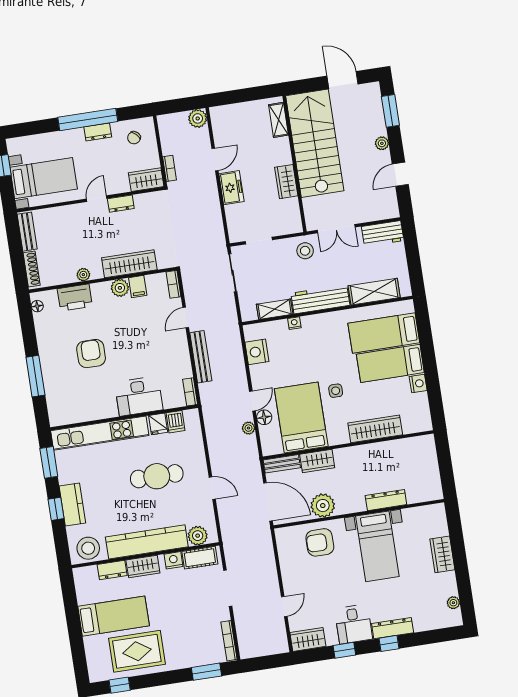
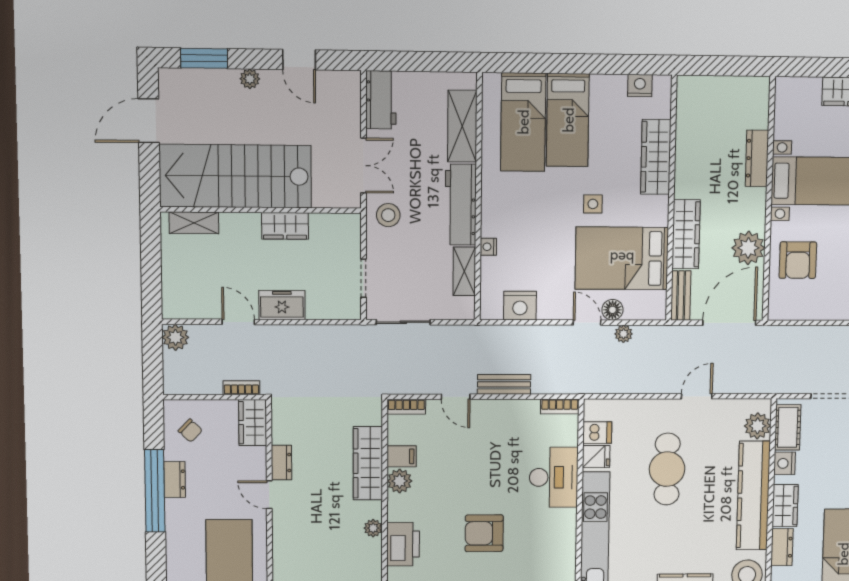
bench: (201, 357) -> (504, 384), width x0.73
nightstand: (418, 384) -> (640, 85), moved
wardrobe: (317, 461) -> (686, 234), width x1.50

